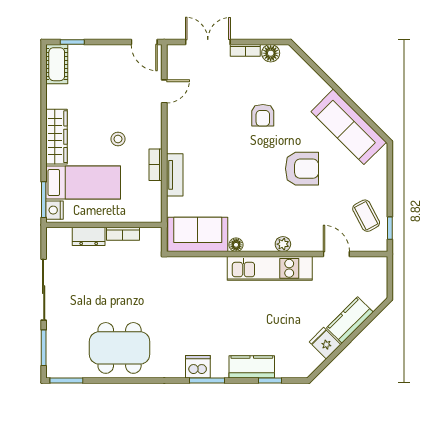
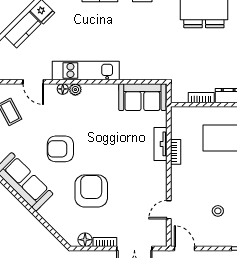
armchair: (263, 115) -> (91, 191), width x1.88, depth x1.88
stool: (118, 139) -> (218, 211), moved
floor lamp: (236, 245) -> (63, 89), moved

